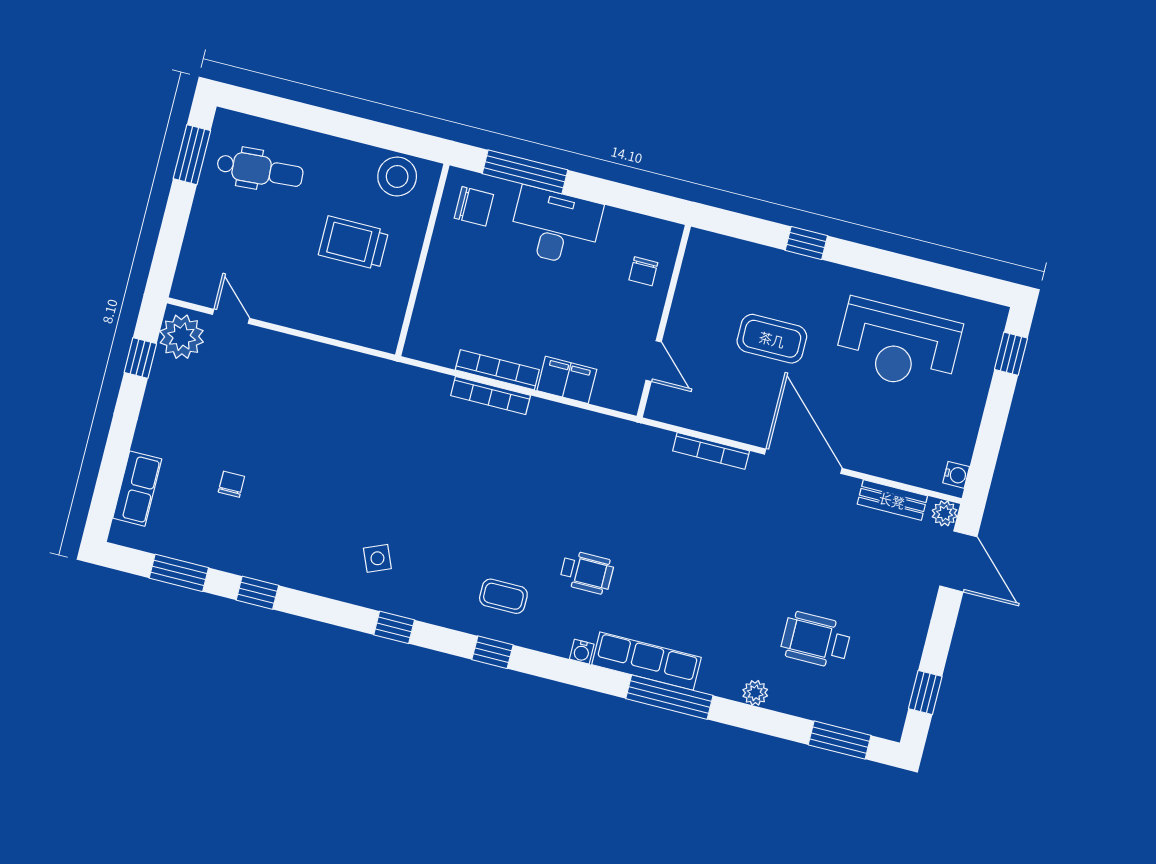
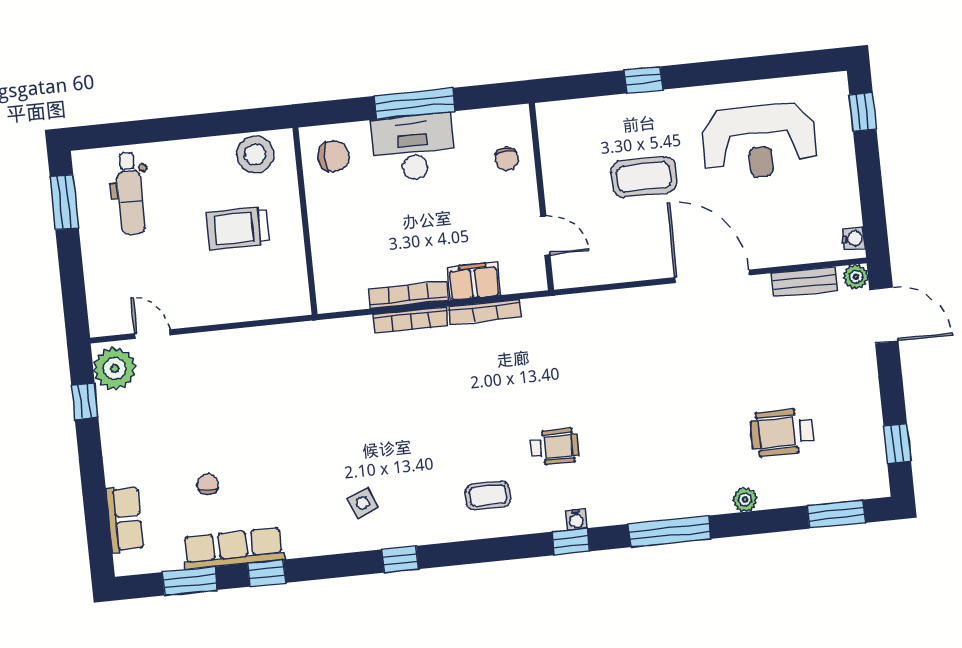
dental chair: (260, 170) -> (130, 194), turned 94
window: (525, 172) -> (415, 104), moved
bookcase: (711, 451) -> (485, 312), moved
window: (493, 652) -> (571, 542), moved
row of seats: (646, 661) -> (233, 548), moved

